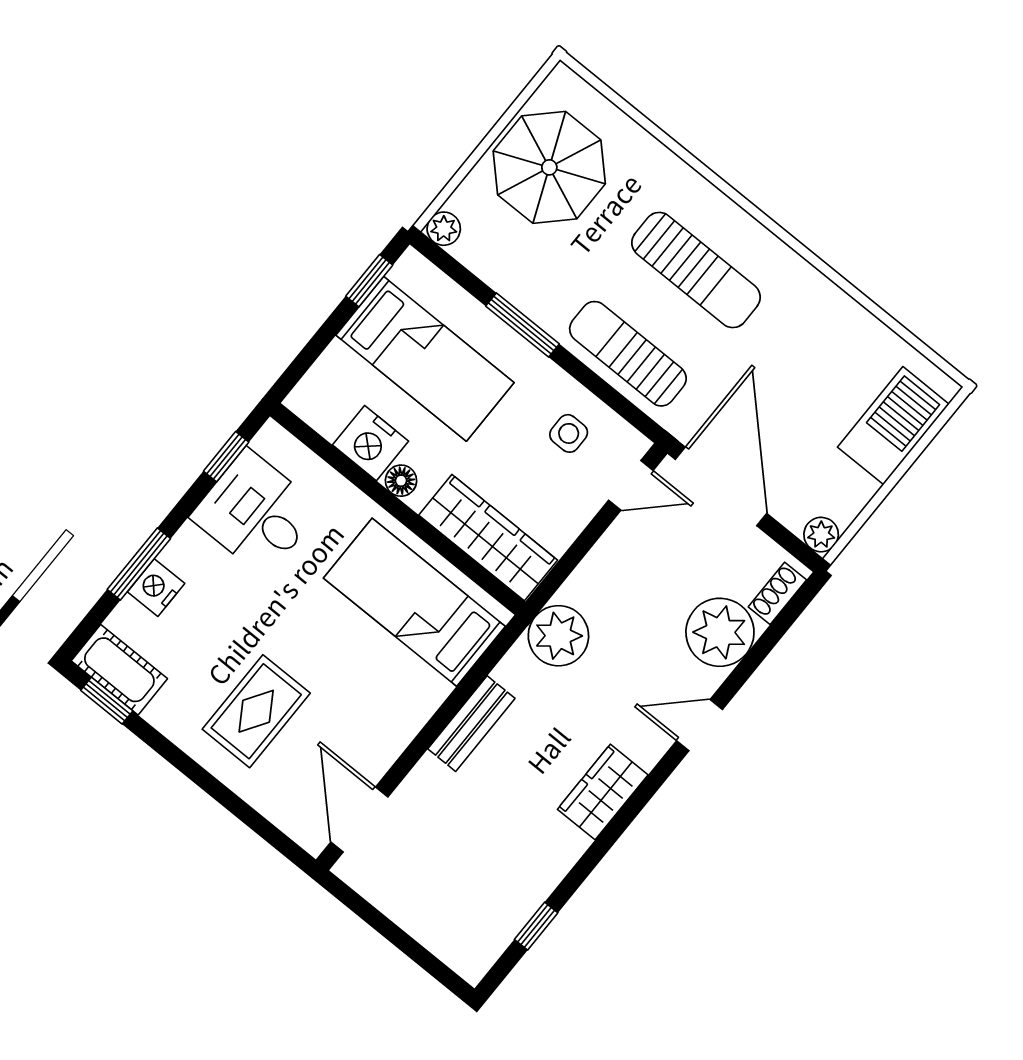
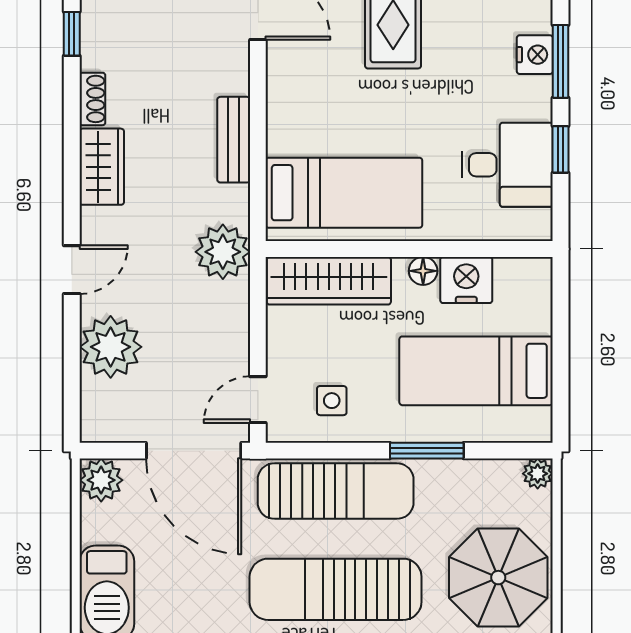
sun lounger: (696, 270) -> (336, 589), width x1.36, depth x1.34
window: (369, 281) -> (561, 394), removed
sun lounger: (628, 354) -> (336, 491), width x1.36, depth x1.34
window: (226, 457) -> (561, 149), moved
plant: (821, 535) -> (101, 480), width x1.38, depth x1.38
shoe rack: (777, 593) -> (92, 99), moved

